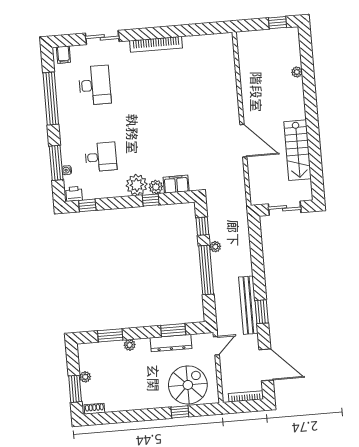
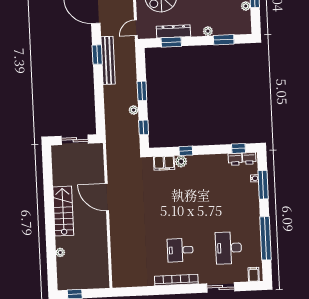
stairs: (298, 150) -> (63, 211), moved
desk: (101, 157) -> (180, 250), moved
plant: (137, 185) -> (197, 164), removed
printer: (91, 192) -> (235, 159), added
window: (206, 270) -> (142, 91), width x0.47

